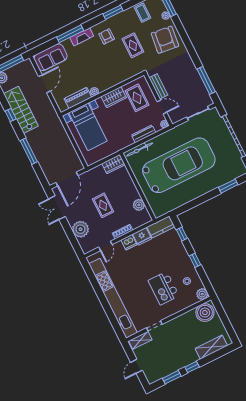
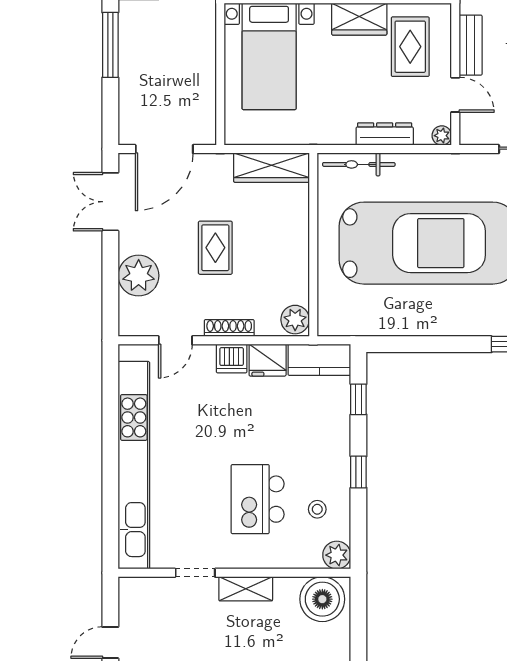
wardrobe: (113, 164) -> (271, 168), width x1.50
plant: (139, 205) -> (295, 320), moved
shelving: (140, 340) -> (246, 589), moved

